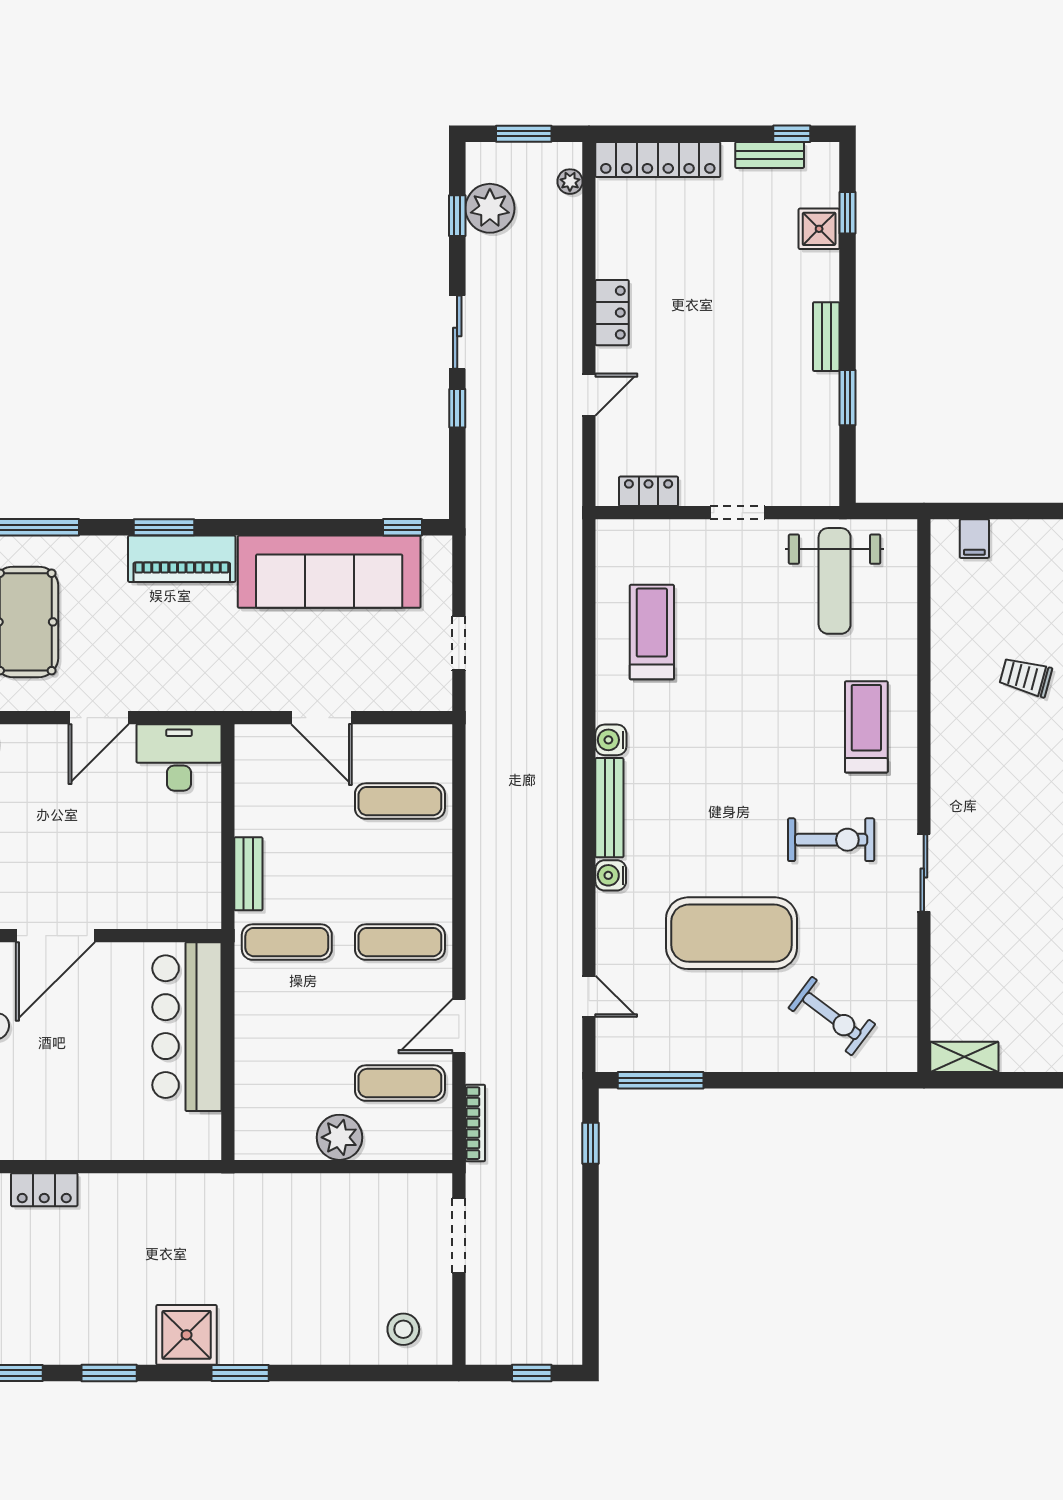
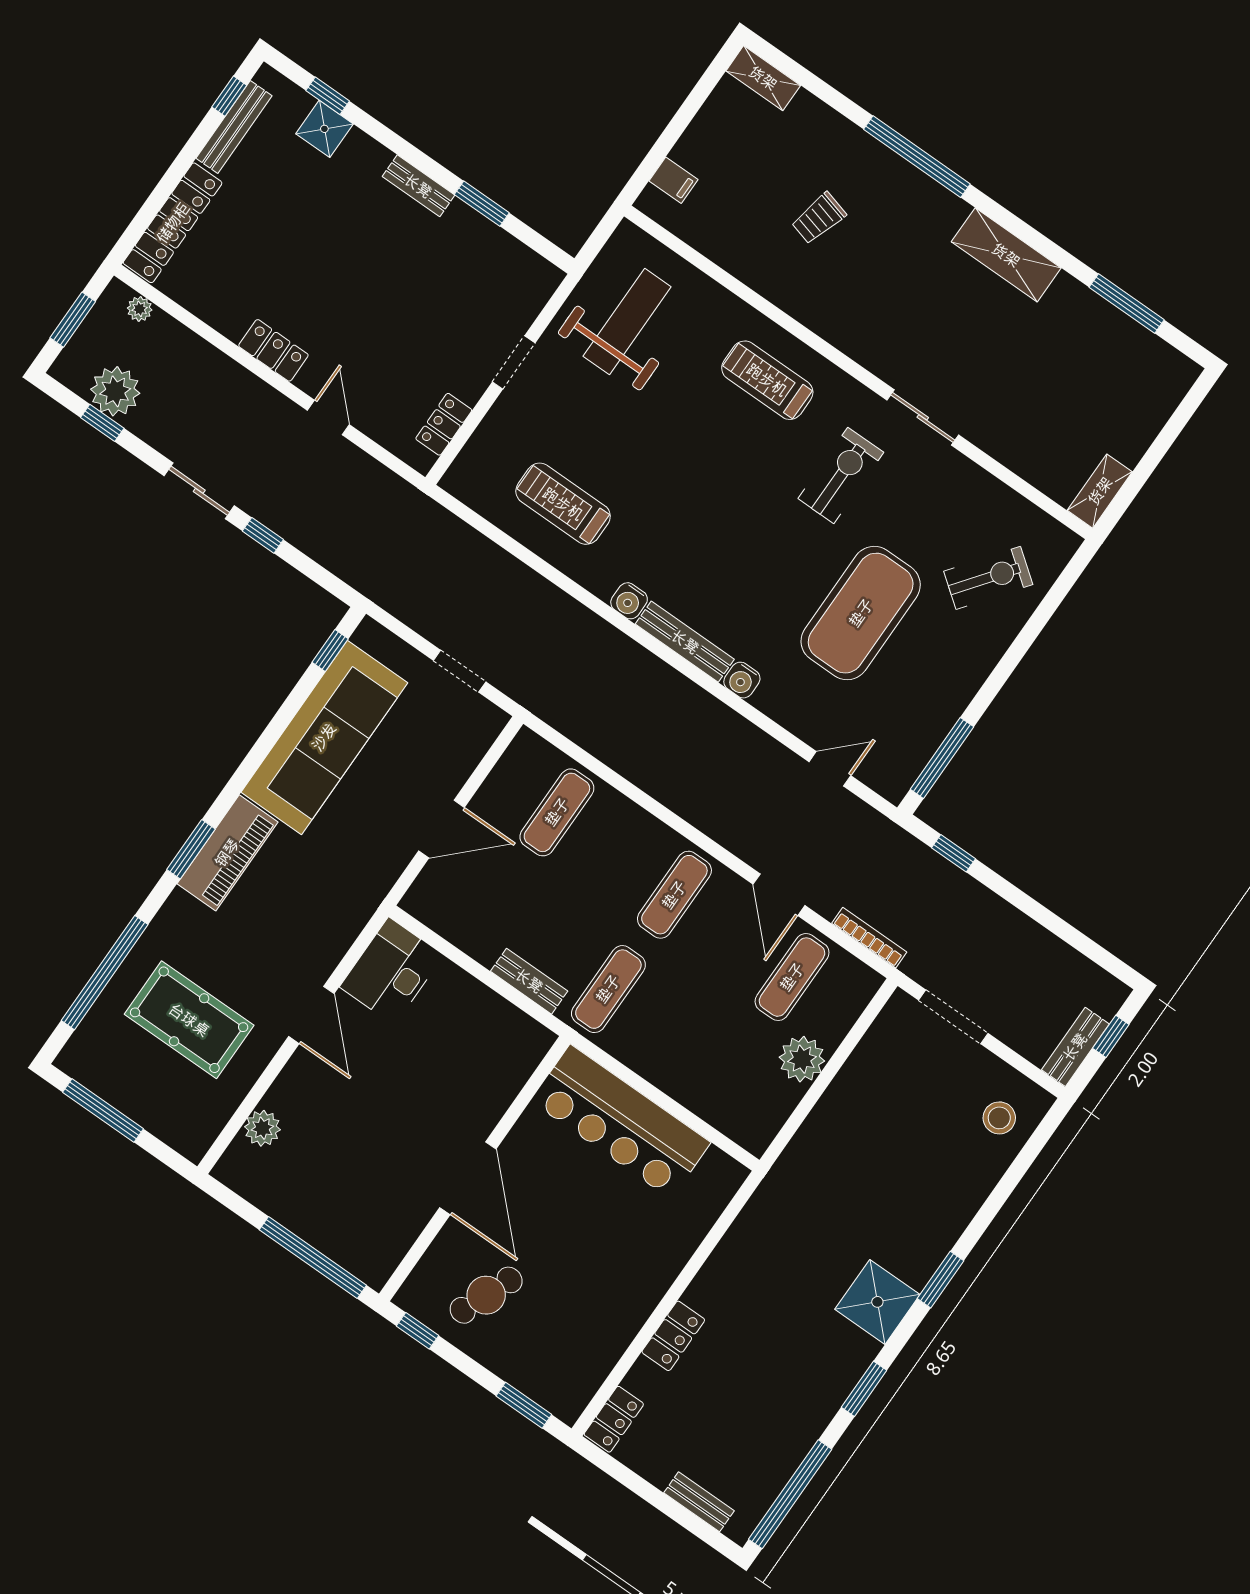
bench: (770, 155) -> (234, 127), width x1.36
weight bench: (835, 581) -> (627, 321), turned -90
bench: (503, 1351) -> (1075, 1047), added

